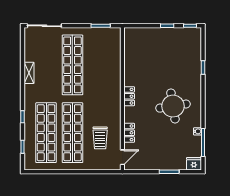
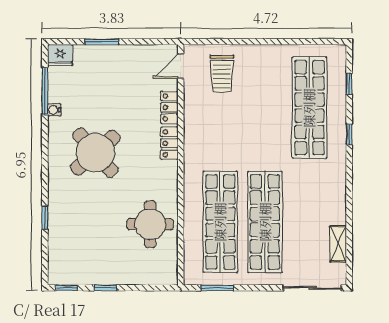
round table: (140, 64) -> (150, 224), added
shelving: (29, 73) -> (338, 244), moved
locker: (129, 96) -> (169, 143), moved
round table: (173, 106) -> (95, 153), turned -32
shop shelf: (72, 133) -> (220, 222), moved
trolley: (100, 138) -> (222, 74), moved, turned 180

